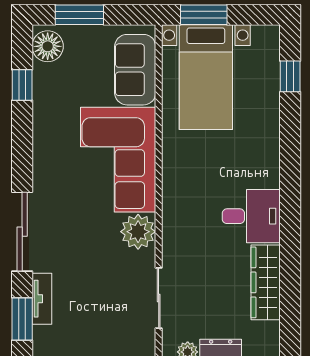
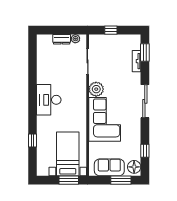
sofa: (135, 70) -> (109, 167), moved, turned -90
window: (290, 76) -> (32, 140), moved
desk: (251, 216) -> (49, 100), width x1.37
sliding door: (22, 232) -> (145, 101), moved
wardrobe: (266, 282) -> (43, 68), removed

